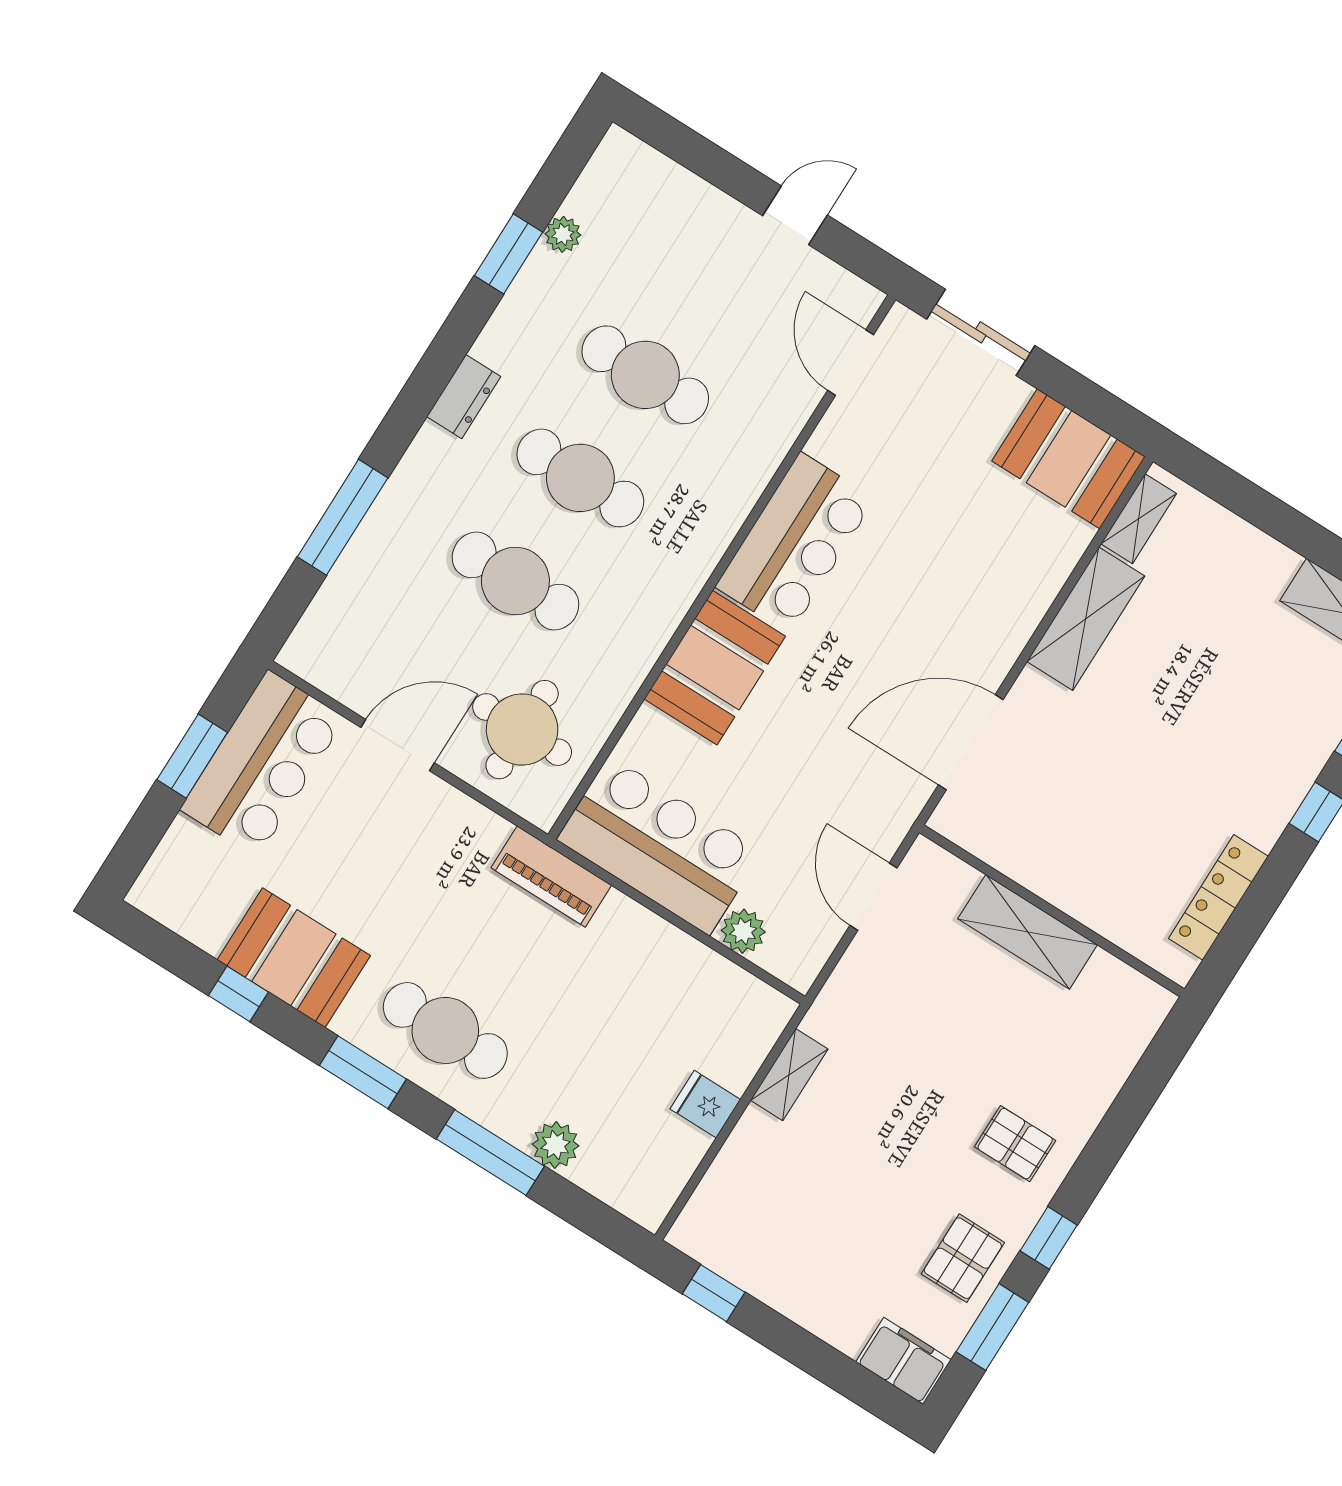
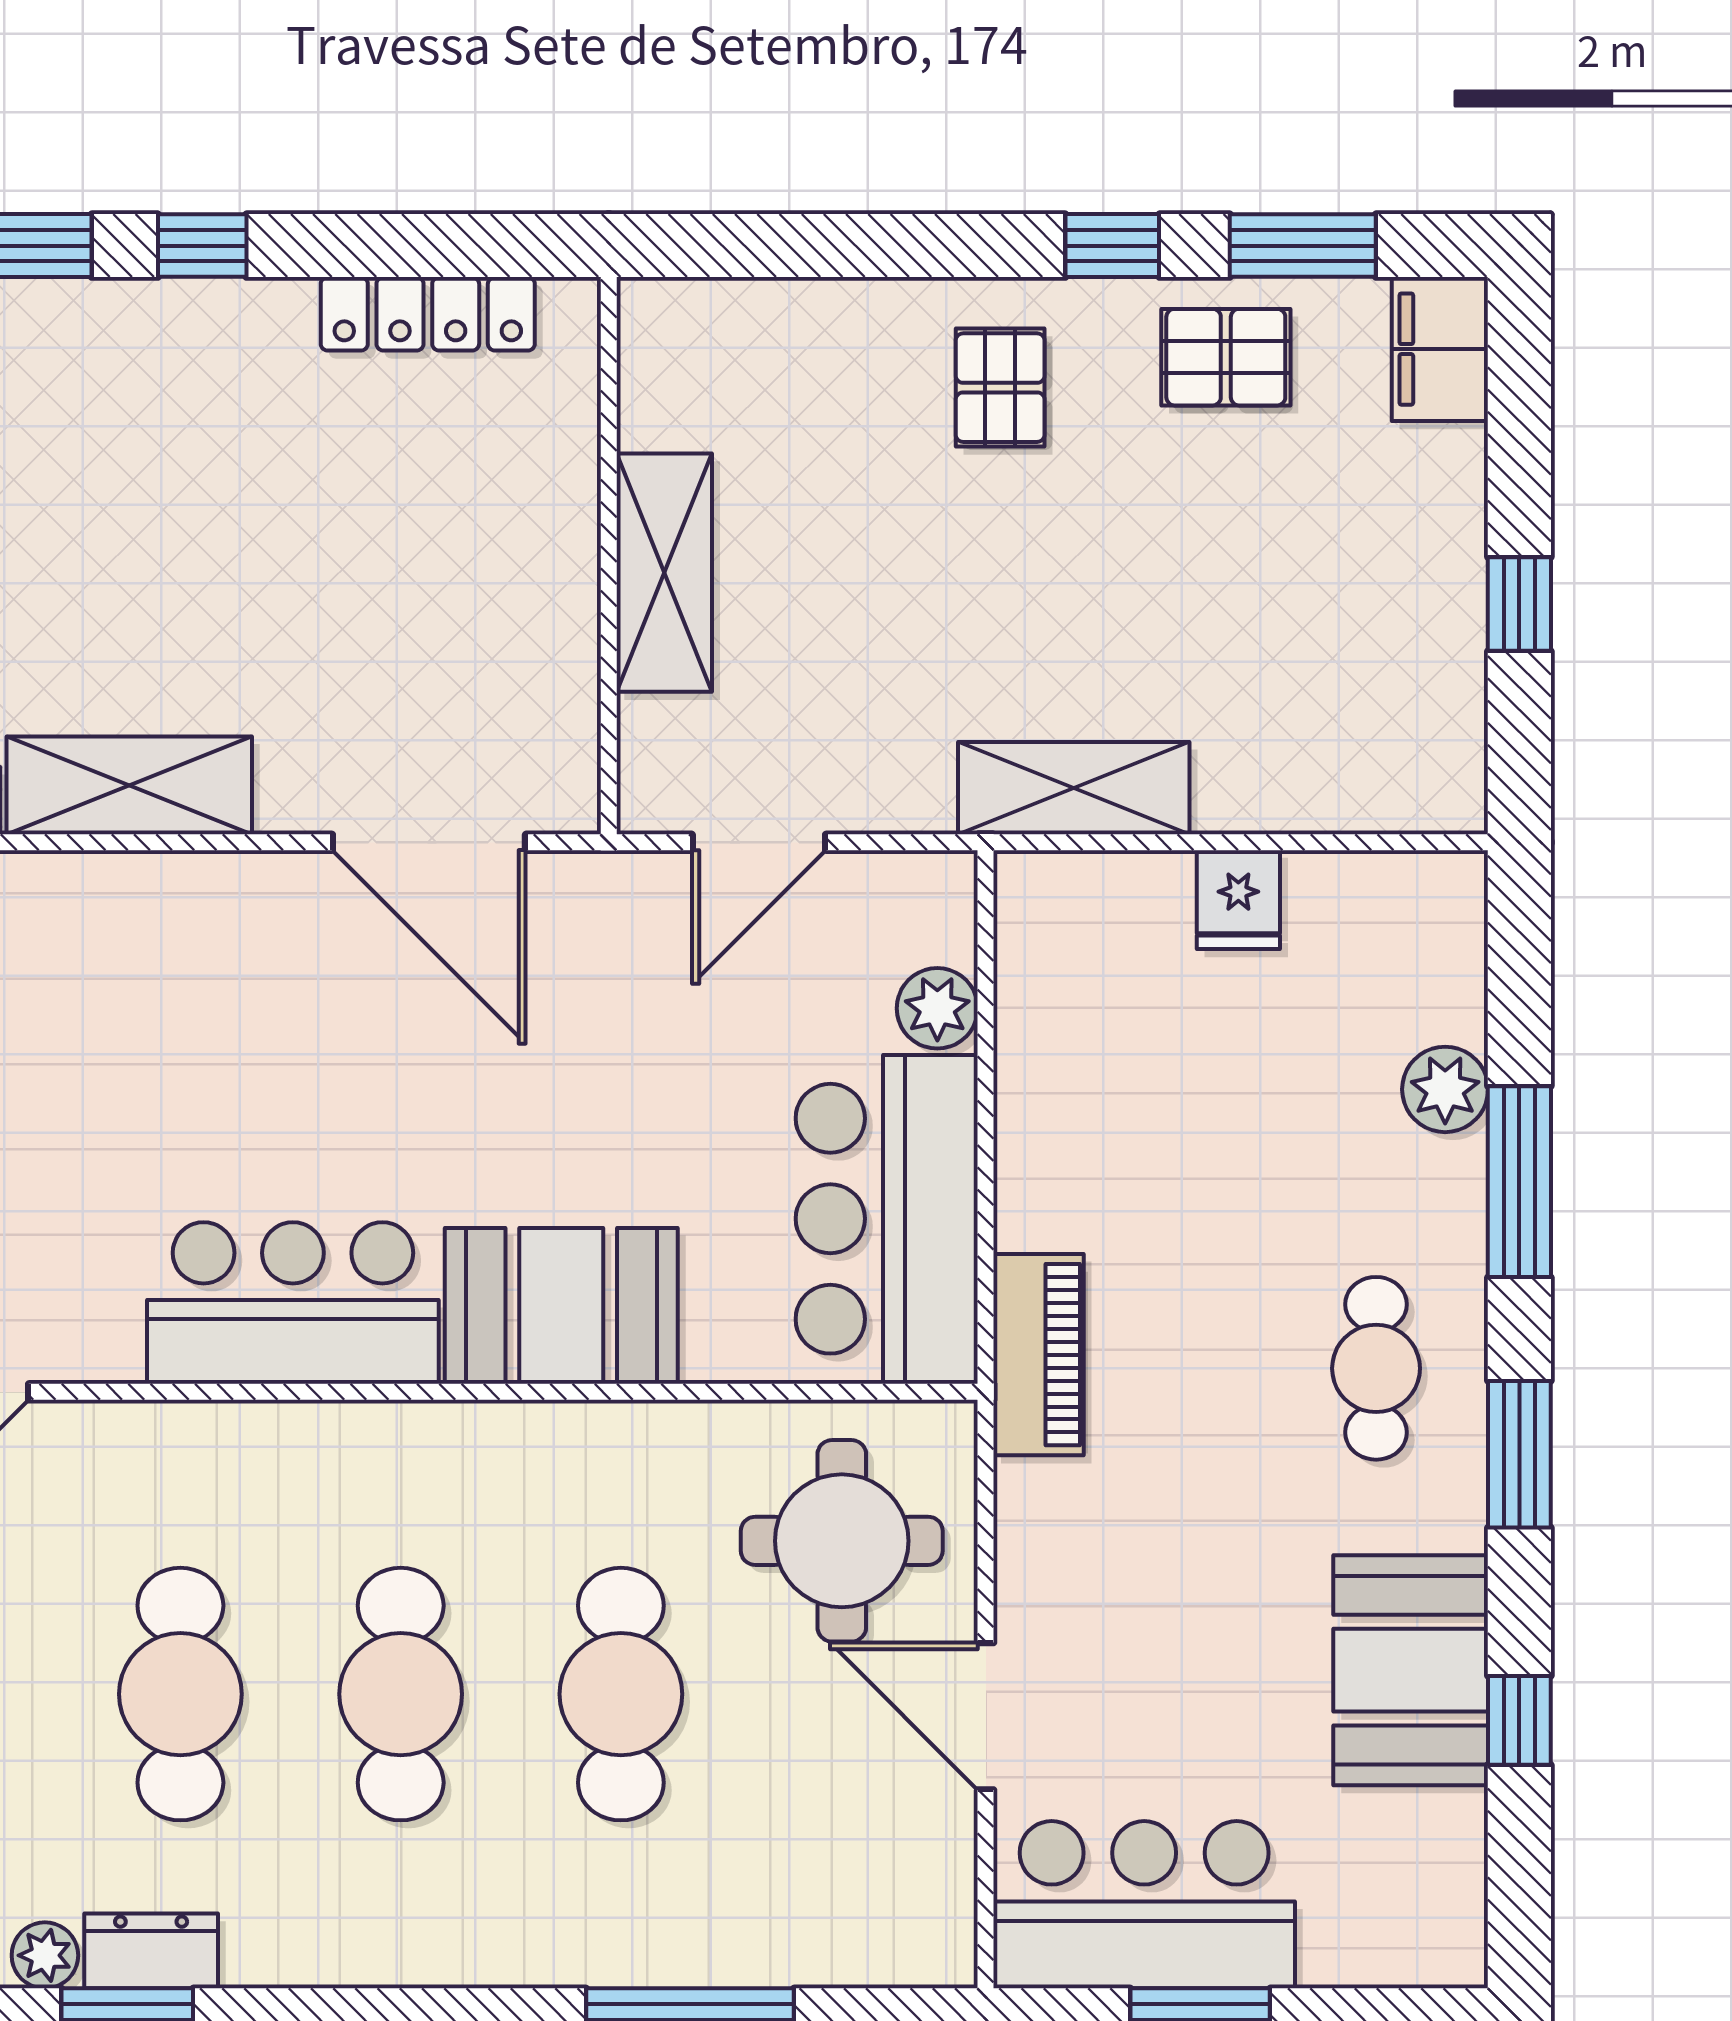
dresser: (464, 397) -> (151, 1951), moved
cafe table: (445, 1030) -> (1376, 1368), width x0.73, depth x0.74
shelving: (789, 1075) -> (1074, 788), width x1.50, depth x1.33
window: (714, 1293) -> (1519, 604), moved

